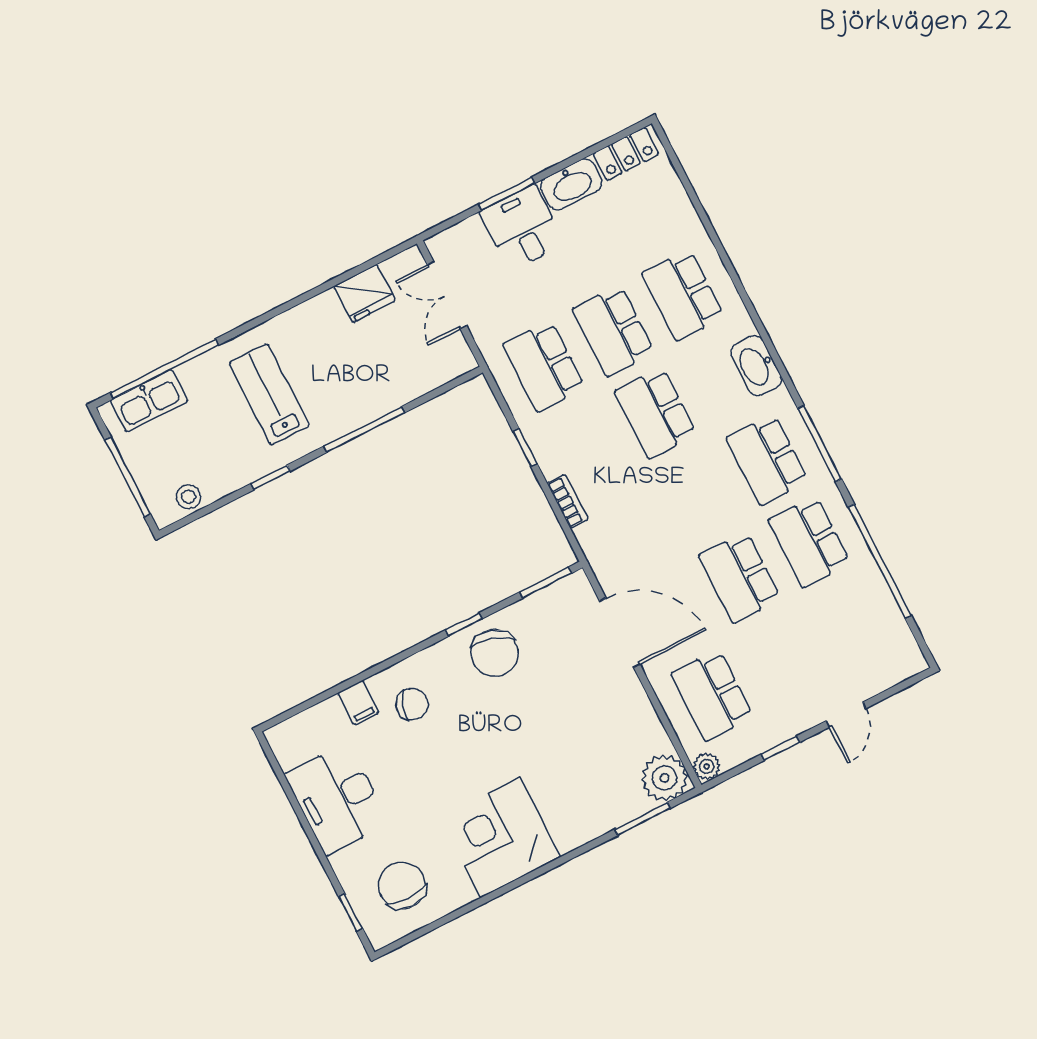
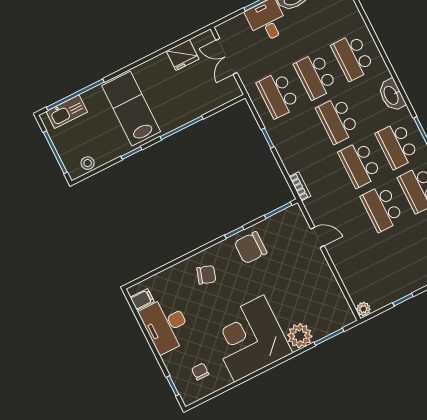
lab bench: (269, 394) -> (131, 109), width x1.36, depth x1.39
bookcase: (568, 501) -> (300, 186), moved
door: (620, 633) -> (317, 237), width x0.53
chair: (495, 653) -> (251, 248), turned 72
school desk: (712, 695) -> (360, 164), moved
filing cabinet: (358, 703) -> (142, 299), moved, turned -90
plant: (664, 778) -> (300, 336), moved
corner desk: (500, 837) -> (249, 338), width x1.36, depth x1.36
chair: (402, 886) -> (200, 372), width x0.54, depth x0.54

